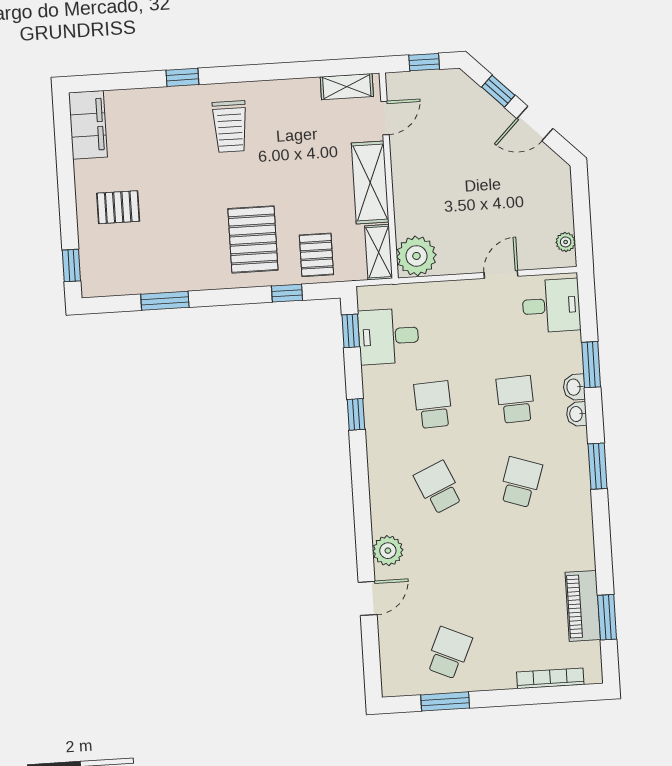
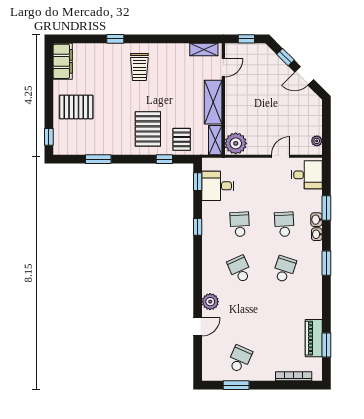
pallet: (118, 207) -> (76, 107), width x1.50, depth x1.42

